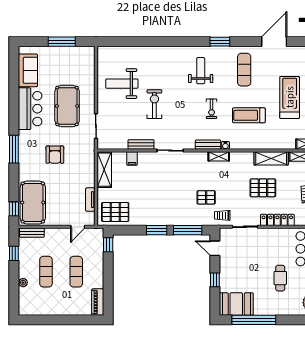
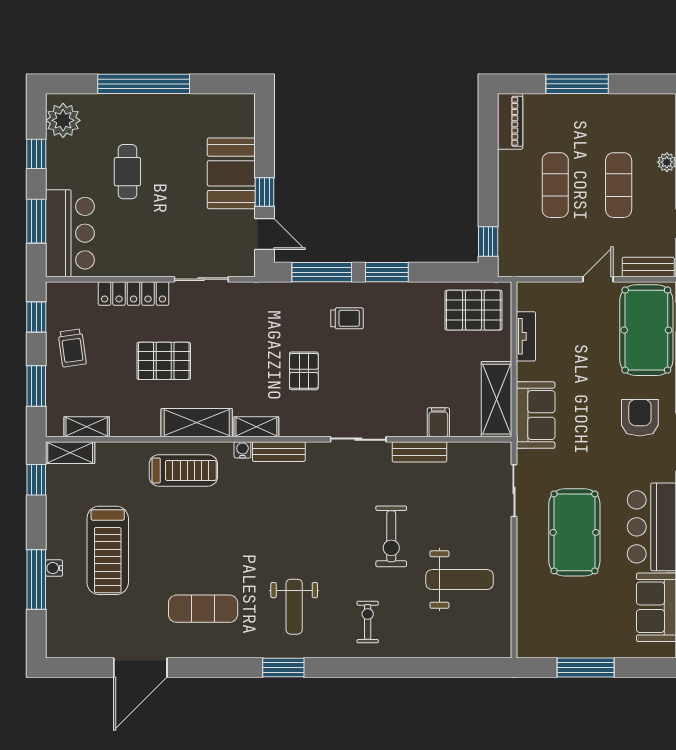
window: (220, 42) -> (283, 667), moved
exercise mat: (244, 70) -> (203, 609), turned 90
exercise bike: (212, 109) -> (368, 622), moved
treadmill: (249, 115) -> (183, 470), moved
armchair: (55, 155) -> (640, 418), moved
shelving: (271, 158) -> (197, 423), moved
sofa: (86, 162) -> (536, 415), added
pallet: (206, 197) -> (304, 371), moved, turned 90
trolley: (222, 215) -> (347, 318), moved
door: (78, 227) -> (598, 279), moved
window: (215, 280) -> (265, 192), moved
booth: (236, 304) -> (231, 173), moved, turned 90
window: (66, 320) -> (577, 84), added
window: (254, 320) -> (144, 84), moved

